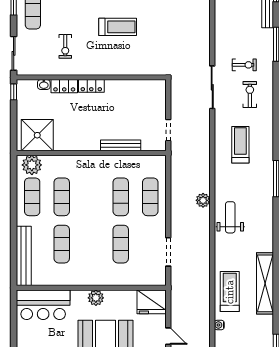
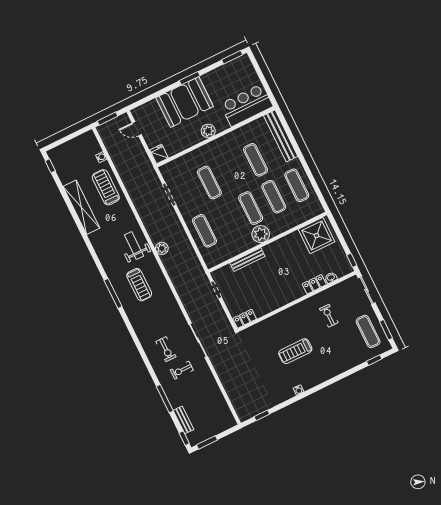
locker: (91, 86) -> (245, 319), moved
treadmill: (240, 145) -> (139, 285), moved
plant: (32, 165) -> (261, 234), moved
exercise mat: (121, 197) -> (251, 208), moved
weight bench: (230, 217) -> (134, 246), turned 180
treadmill: (230, 292) -> (106, 187), turned 180
fridge: (151, 302) -> (159, 154), width x0.53, depth x0.75

